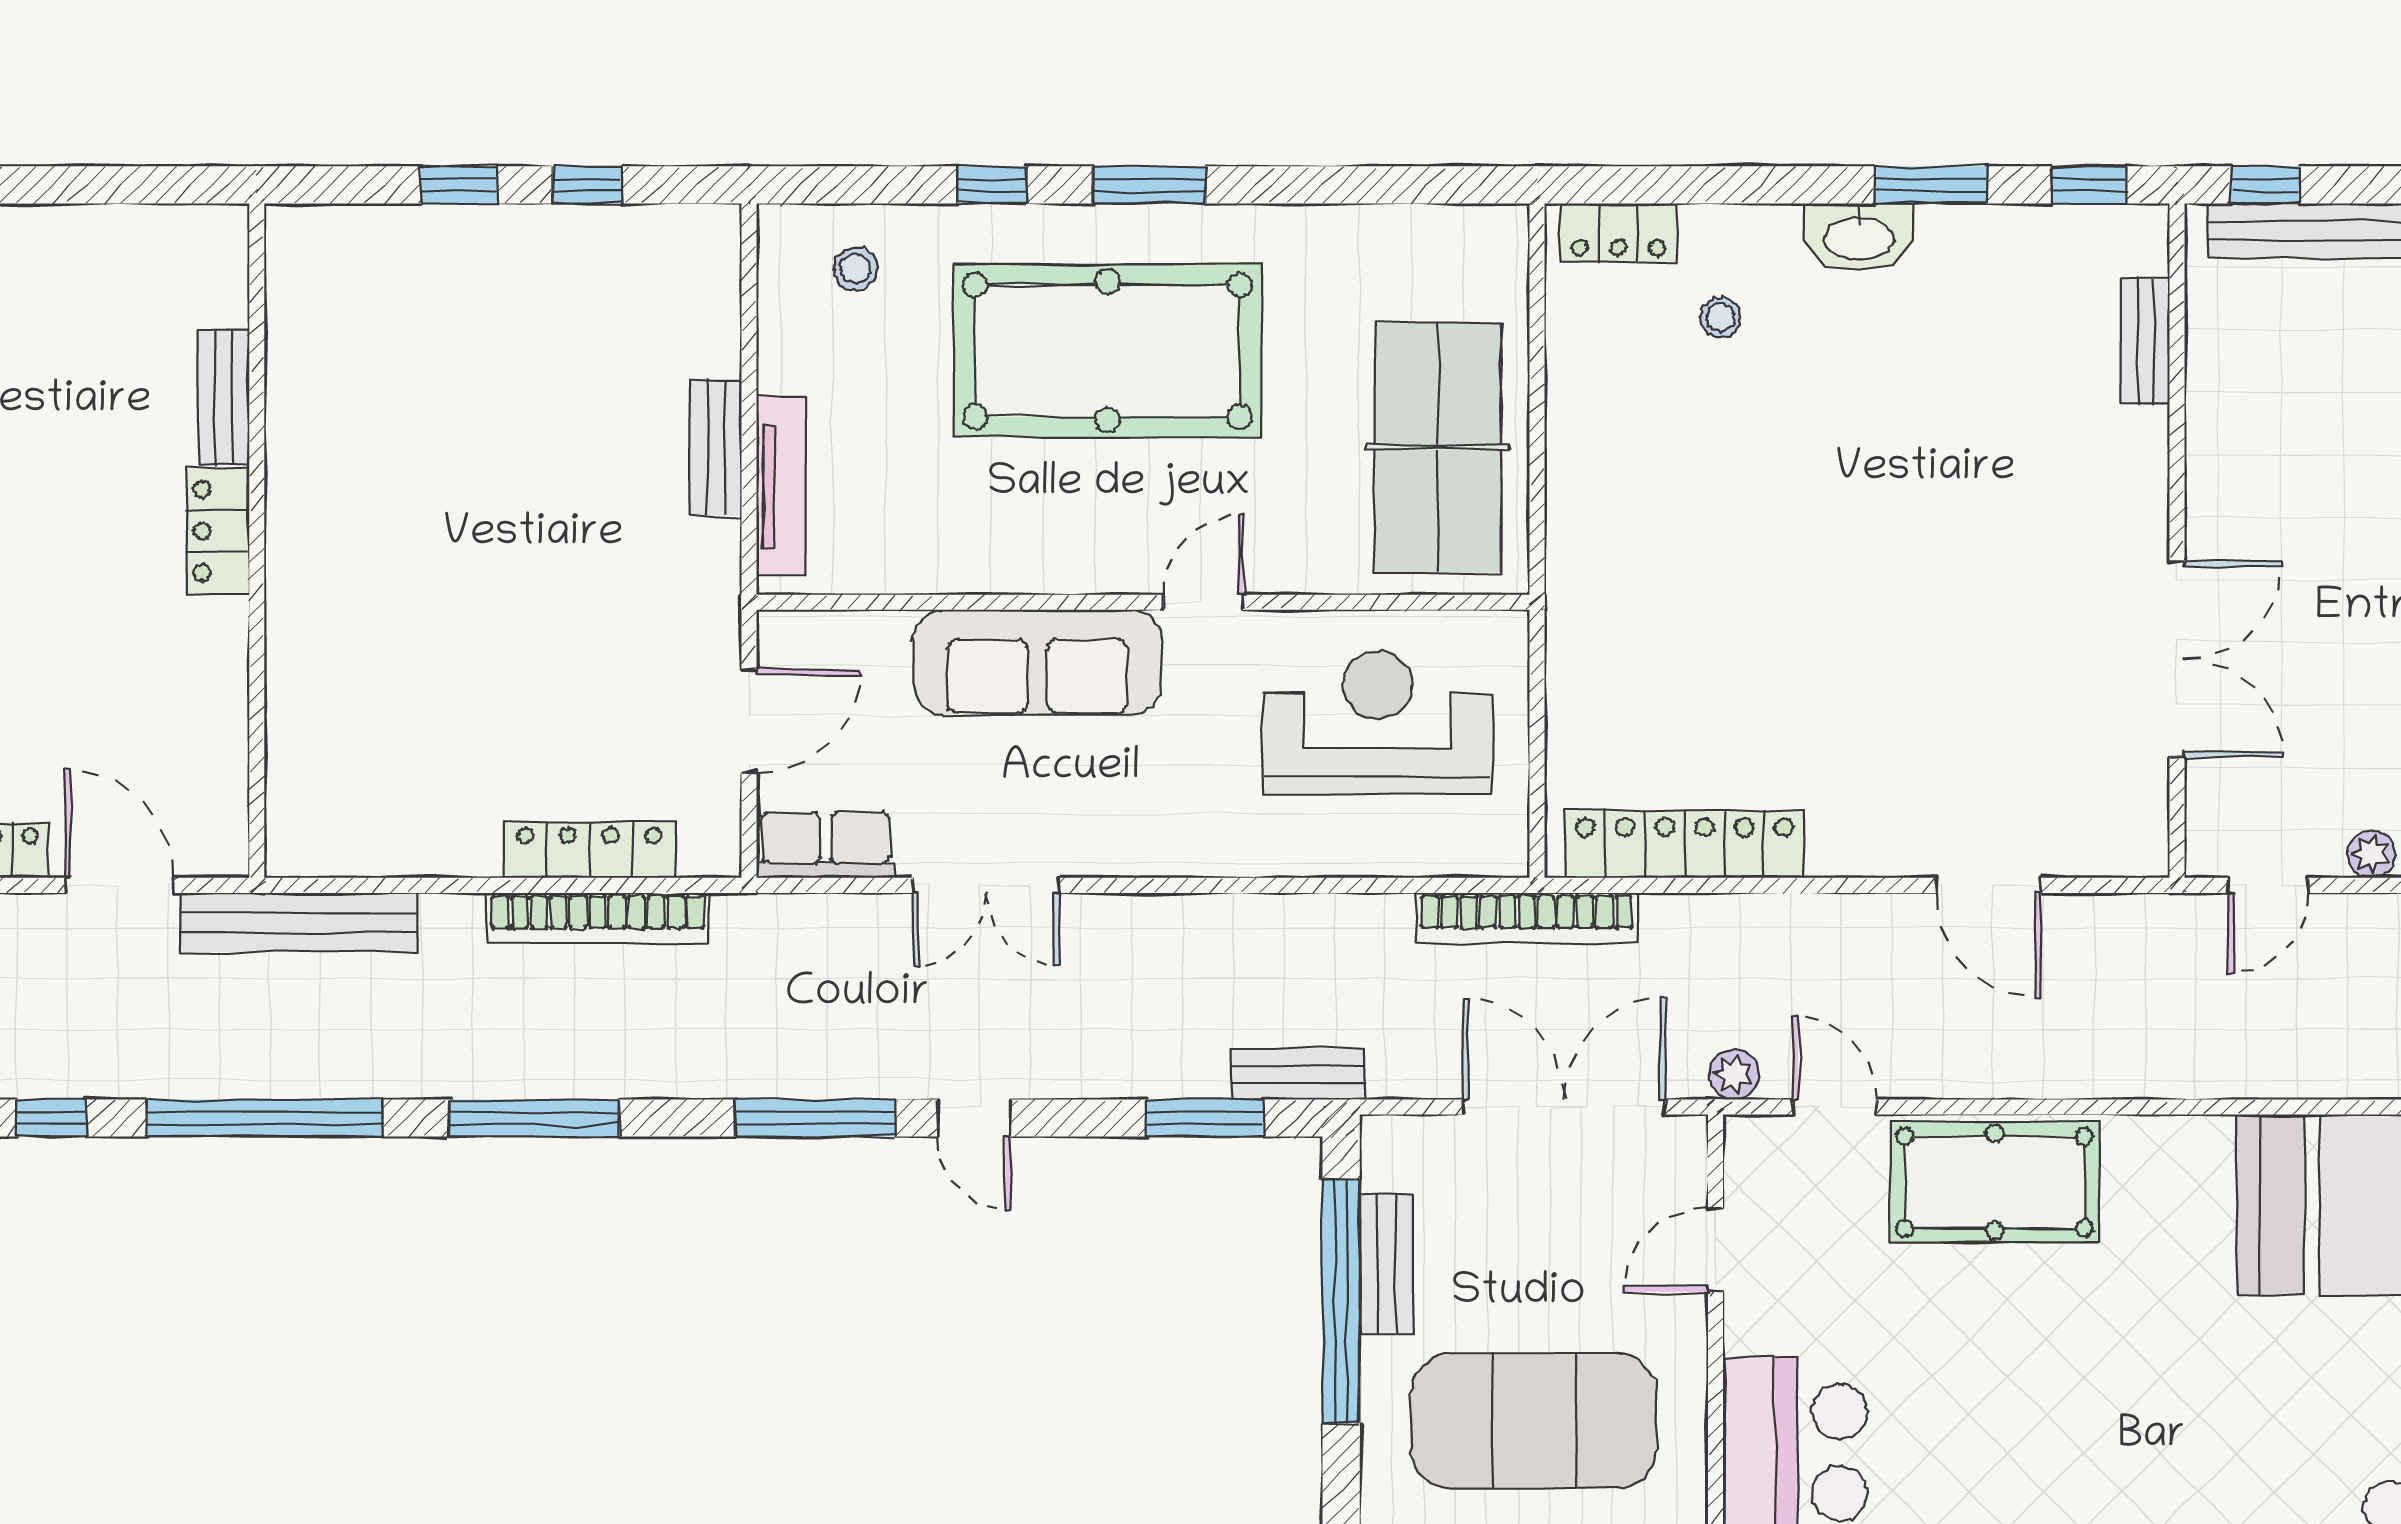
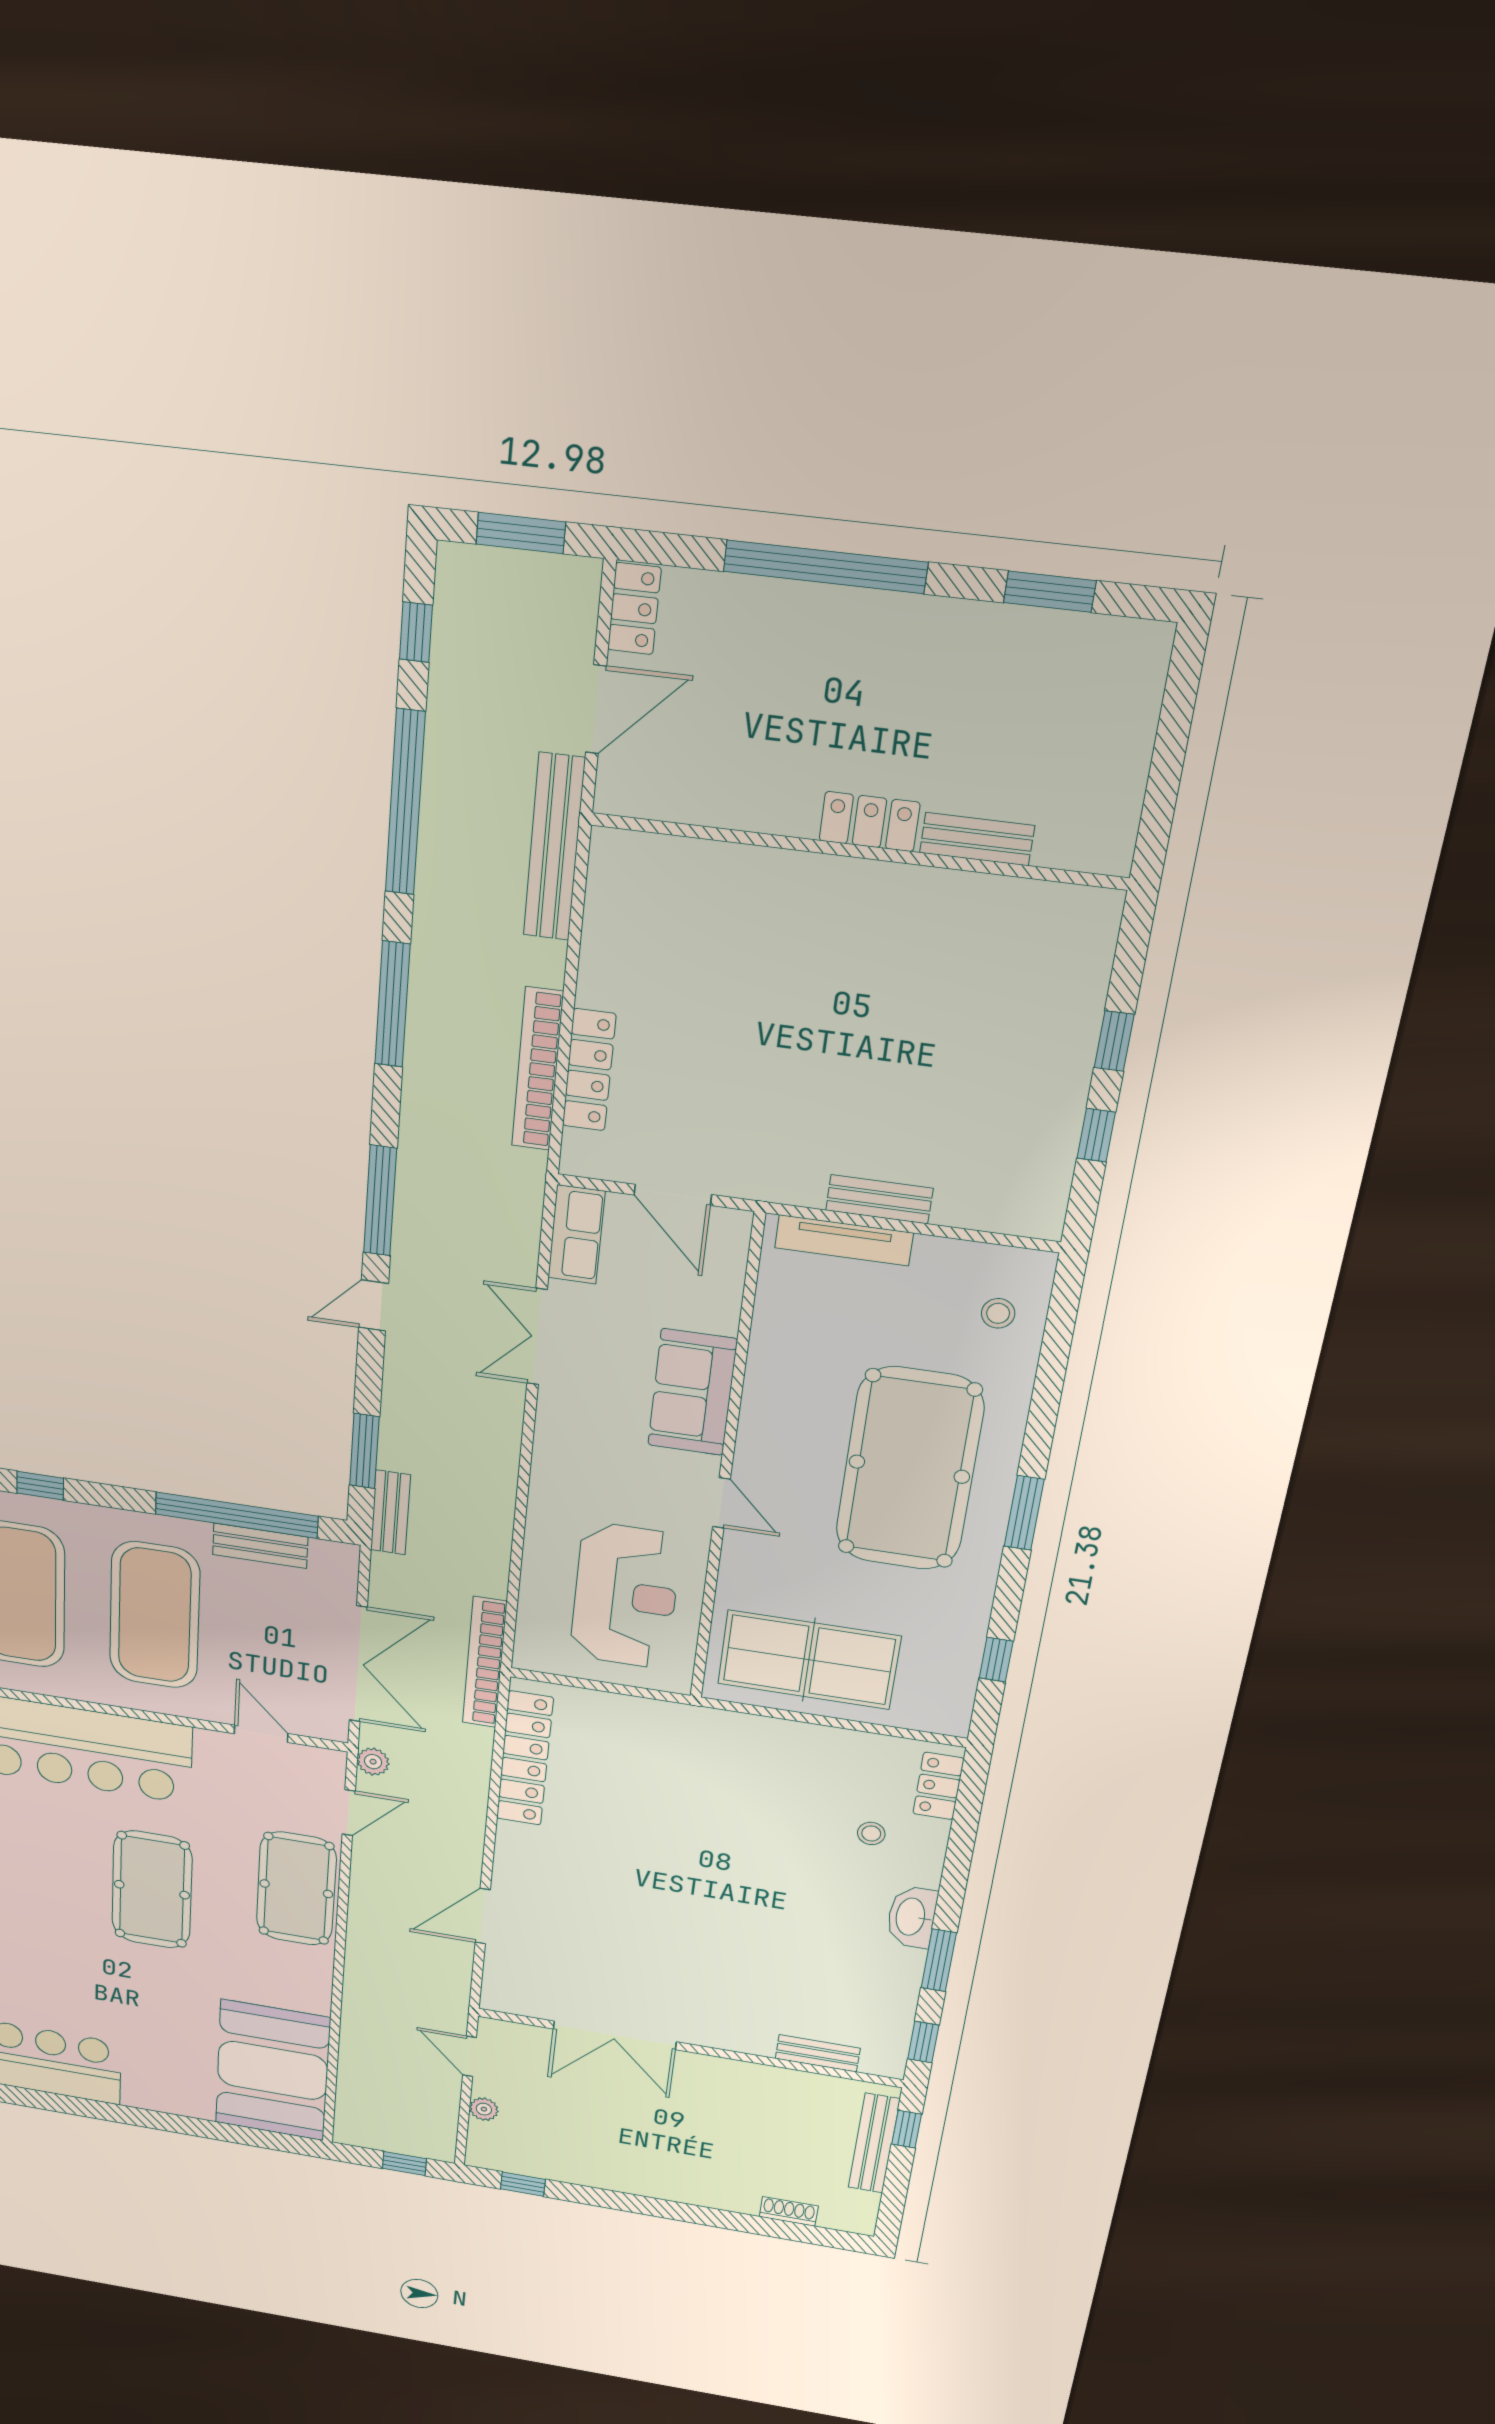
window: (992, 185) -> (996, 1660), moved
sofa: (1037, 662) -> (692, 1392), width x0.73
pool table: (2043, 1415) -> (152, 1890), added

